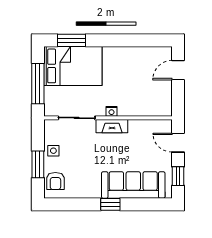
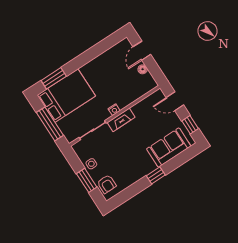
floor lamp: (167, 89) -> (143, 69), added
sofa: (133, 185) -> (169, 148), width x0.73

